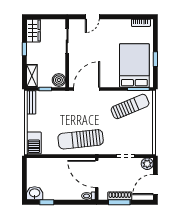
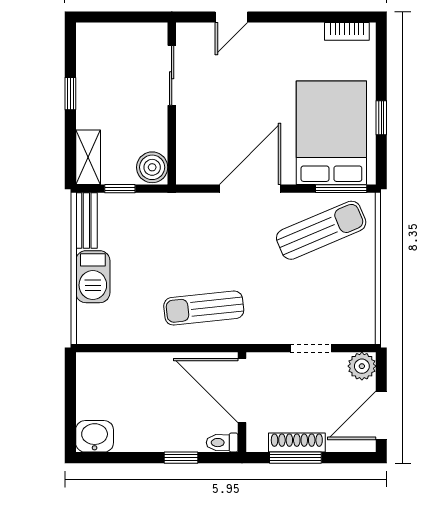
wardrobe: (33, 31) -> (92, 50), removed
door: (87, 89) -> (250, 189), moved
sun lounger: (81, 139) -> (204, 308), width x0.73, depth x0.75
barbecue: (34, 143) -> (93, 277), moved
window: (47, 202) -> (181, 458), moved

